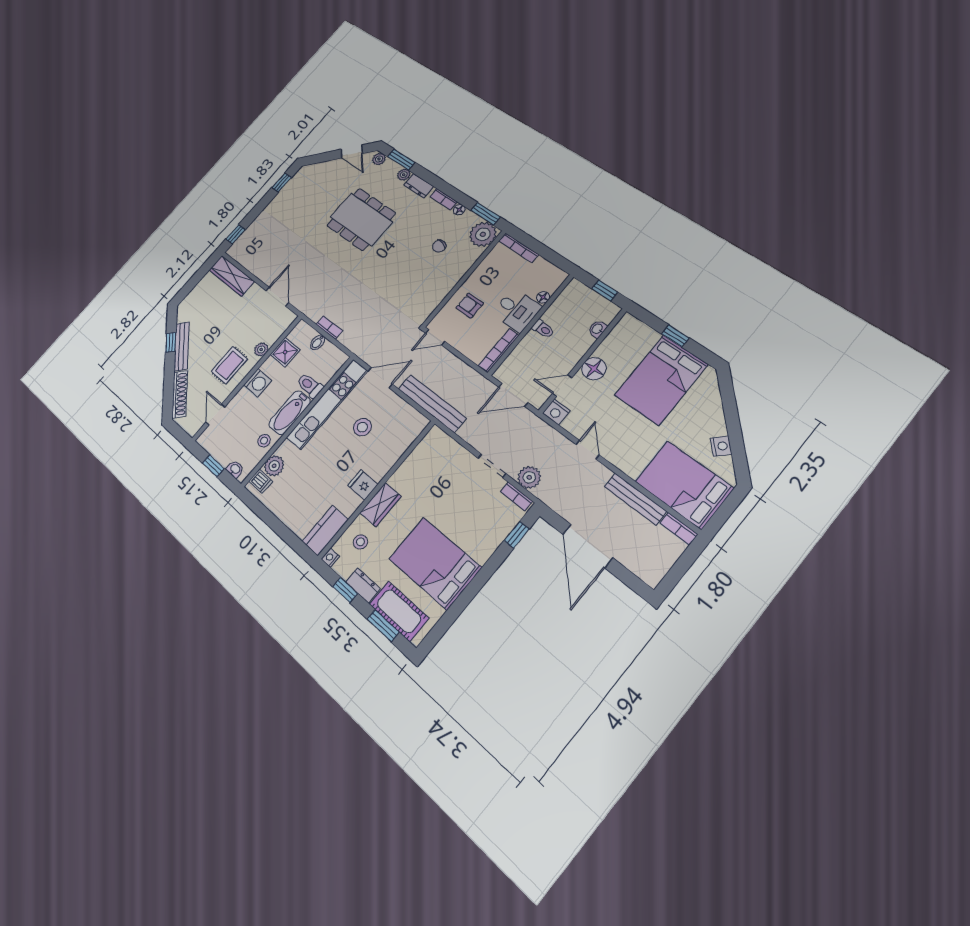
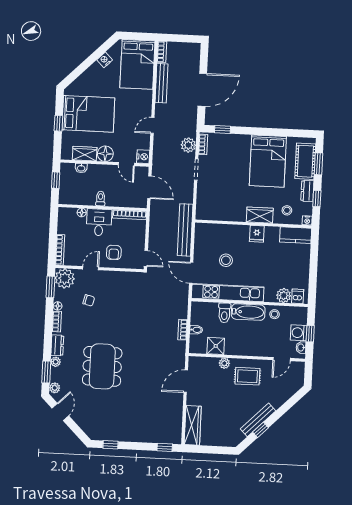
door: (472, 269) -> (91, 268), added
wardrobe: (613, 344) -> (85, 154), added
washing machine: (258, 383) -> (299, 333), moved, turned -90
shoe rack: (180, 394) -> (286, 394), removed
washbasin: (235, 469) -> (301, 348), moved

